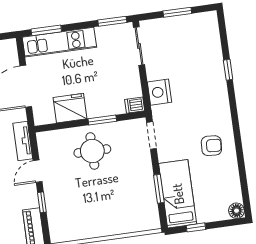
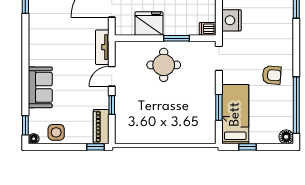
window: (243, 175) -> (296, 105), added

